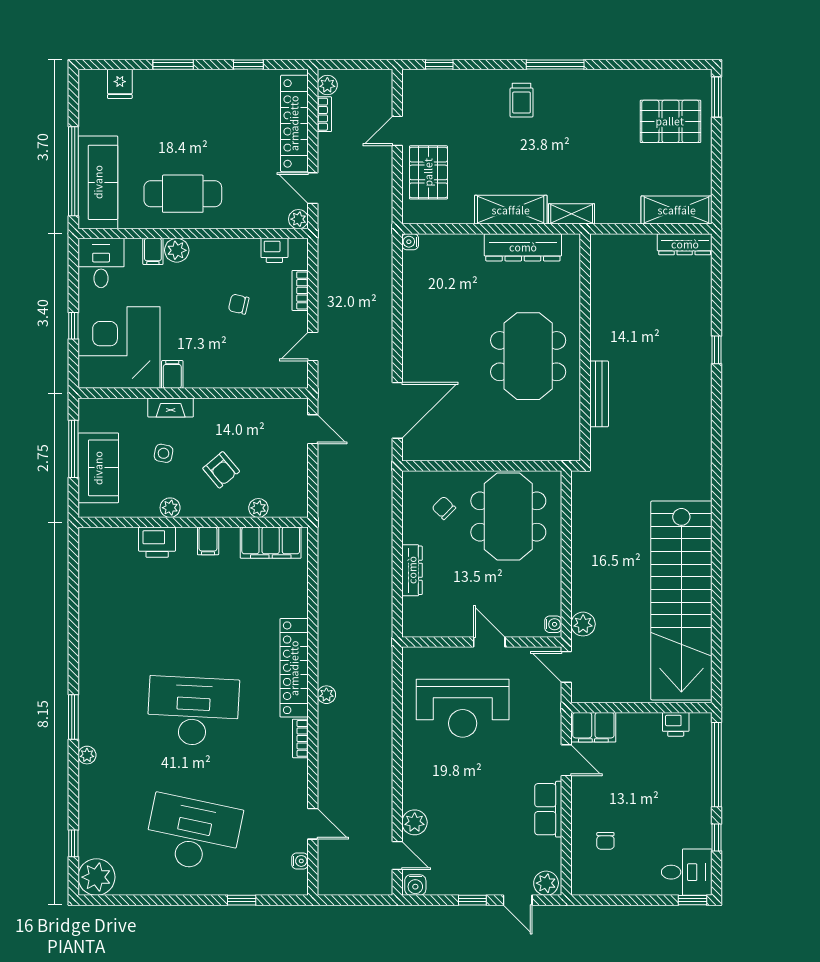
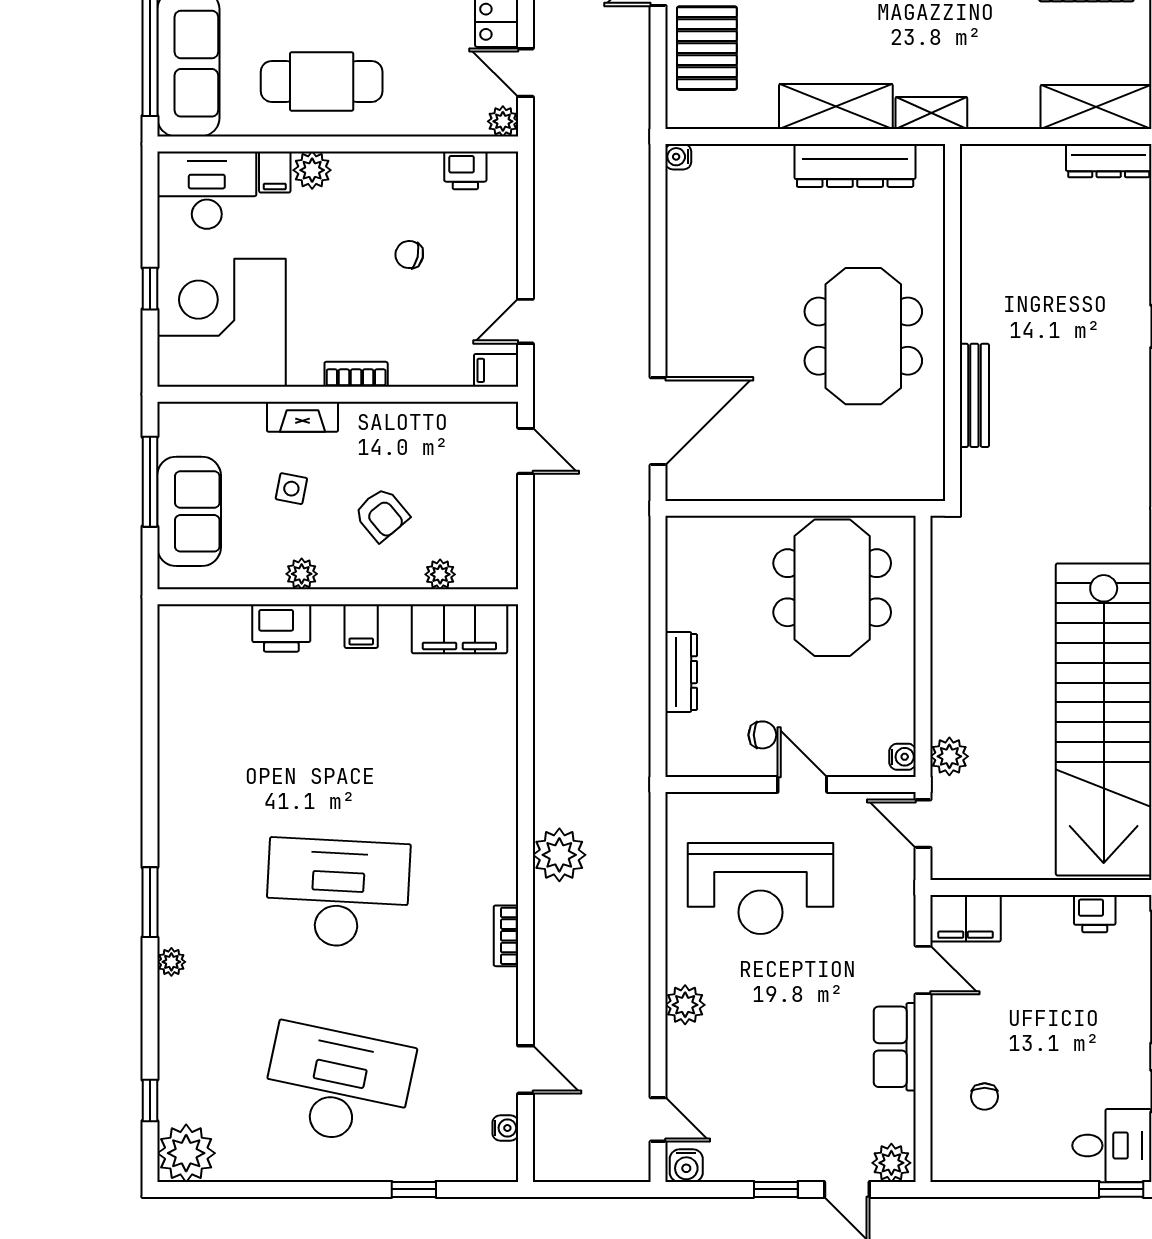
desk: (101, 263) -> (207, 190), width x1.37
bookcase: (300, 290) -> (356, 374), moved, turned 90
filing cabinet: (172, 374) -> (496, 370), moved, turned -90
chair: (444, 508) -> (762, 735), moved, turned 135
locker: (294, 668) -> (496, 825), removed
plant: (326, 695) -> (559, 855), width x1.87, depth x1.87
plant: (415, 822) -> (685, 1005), moved

